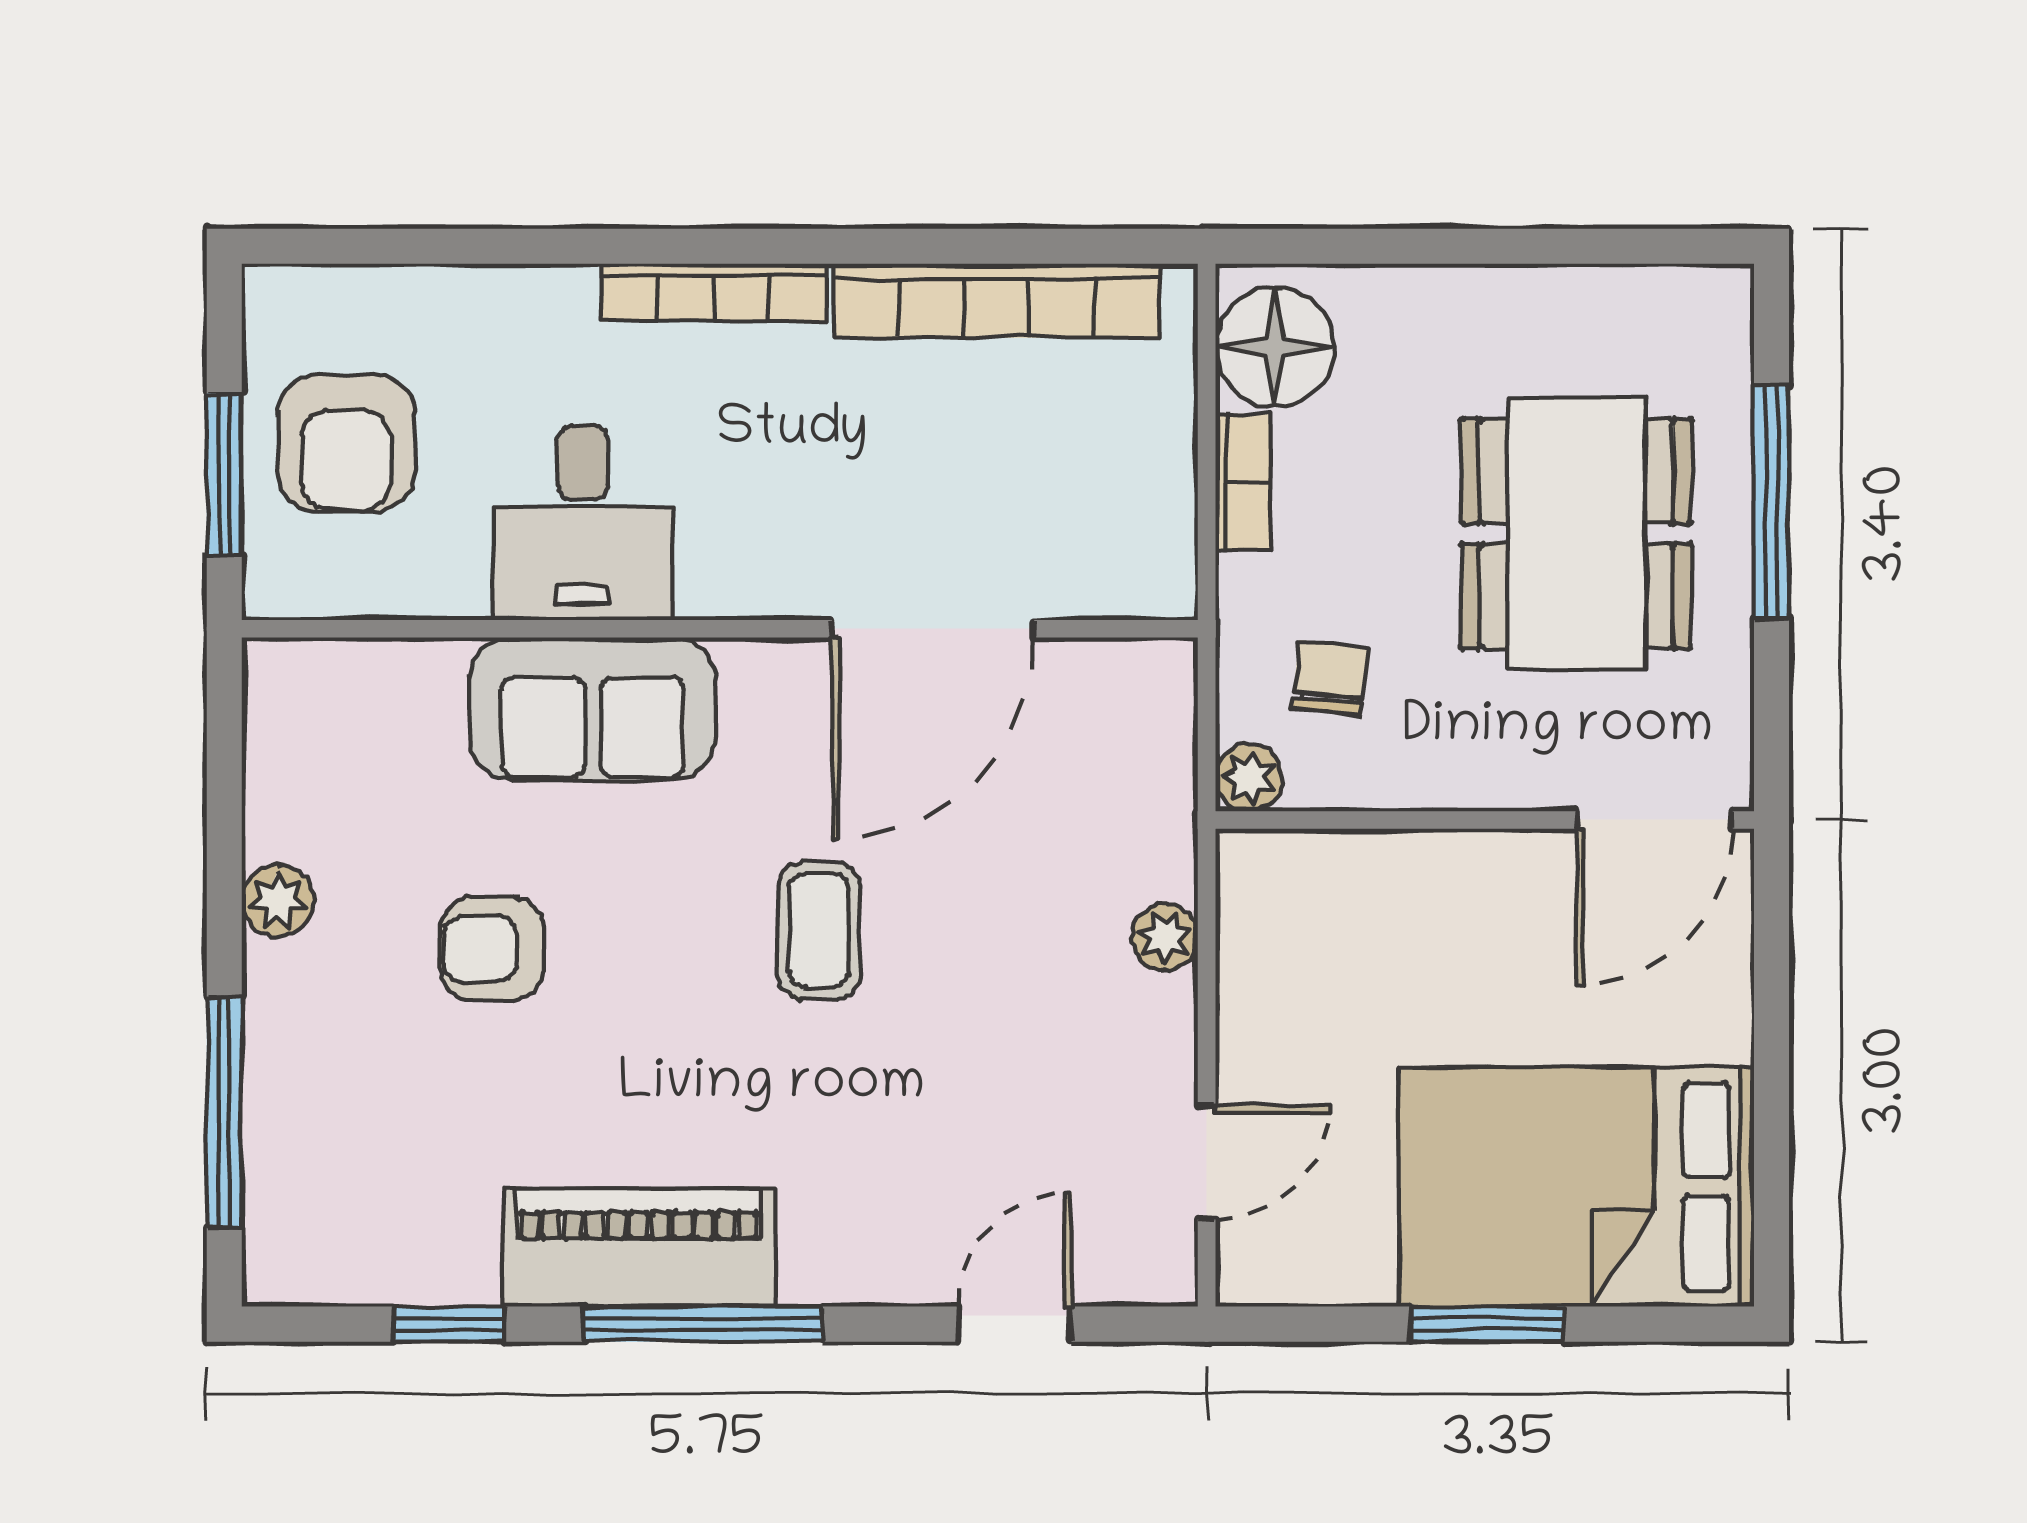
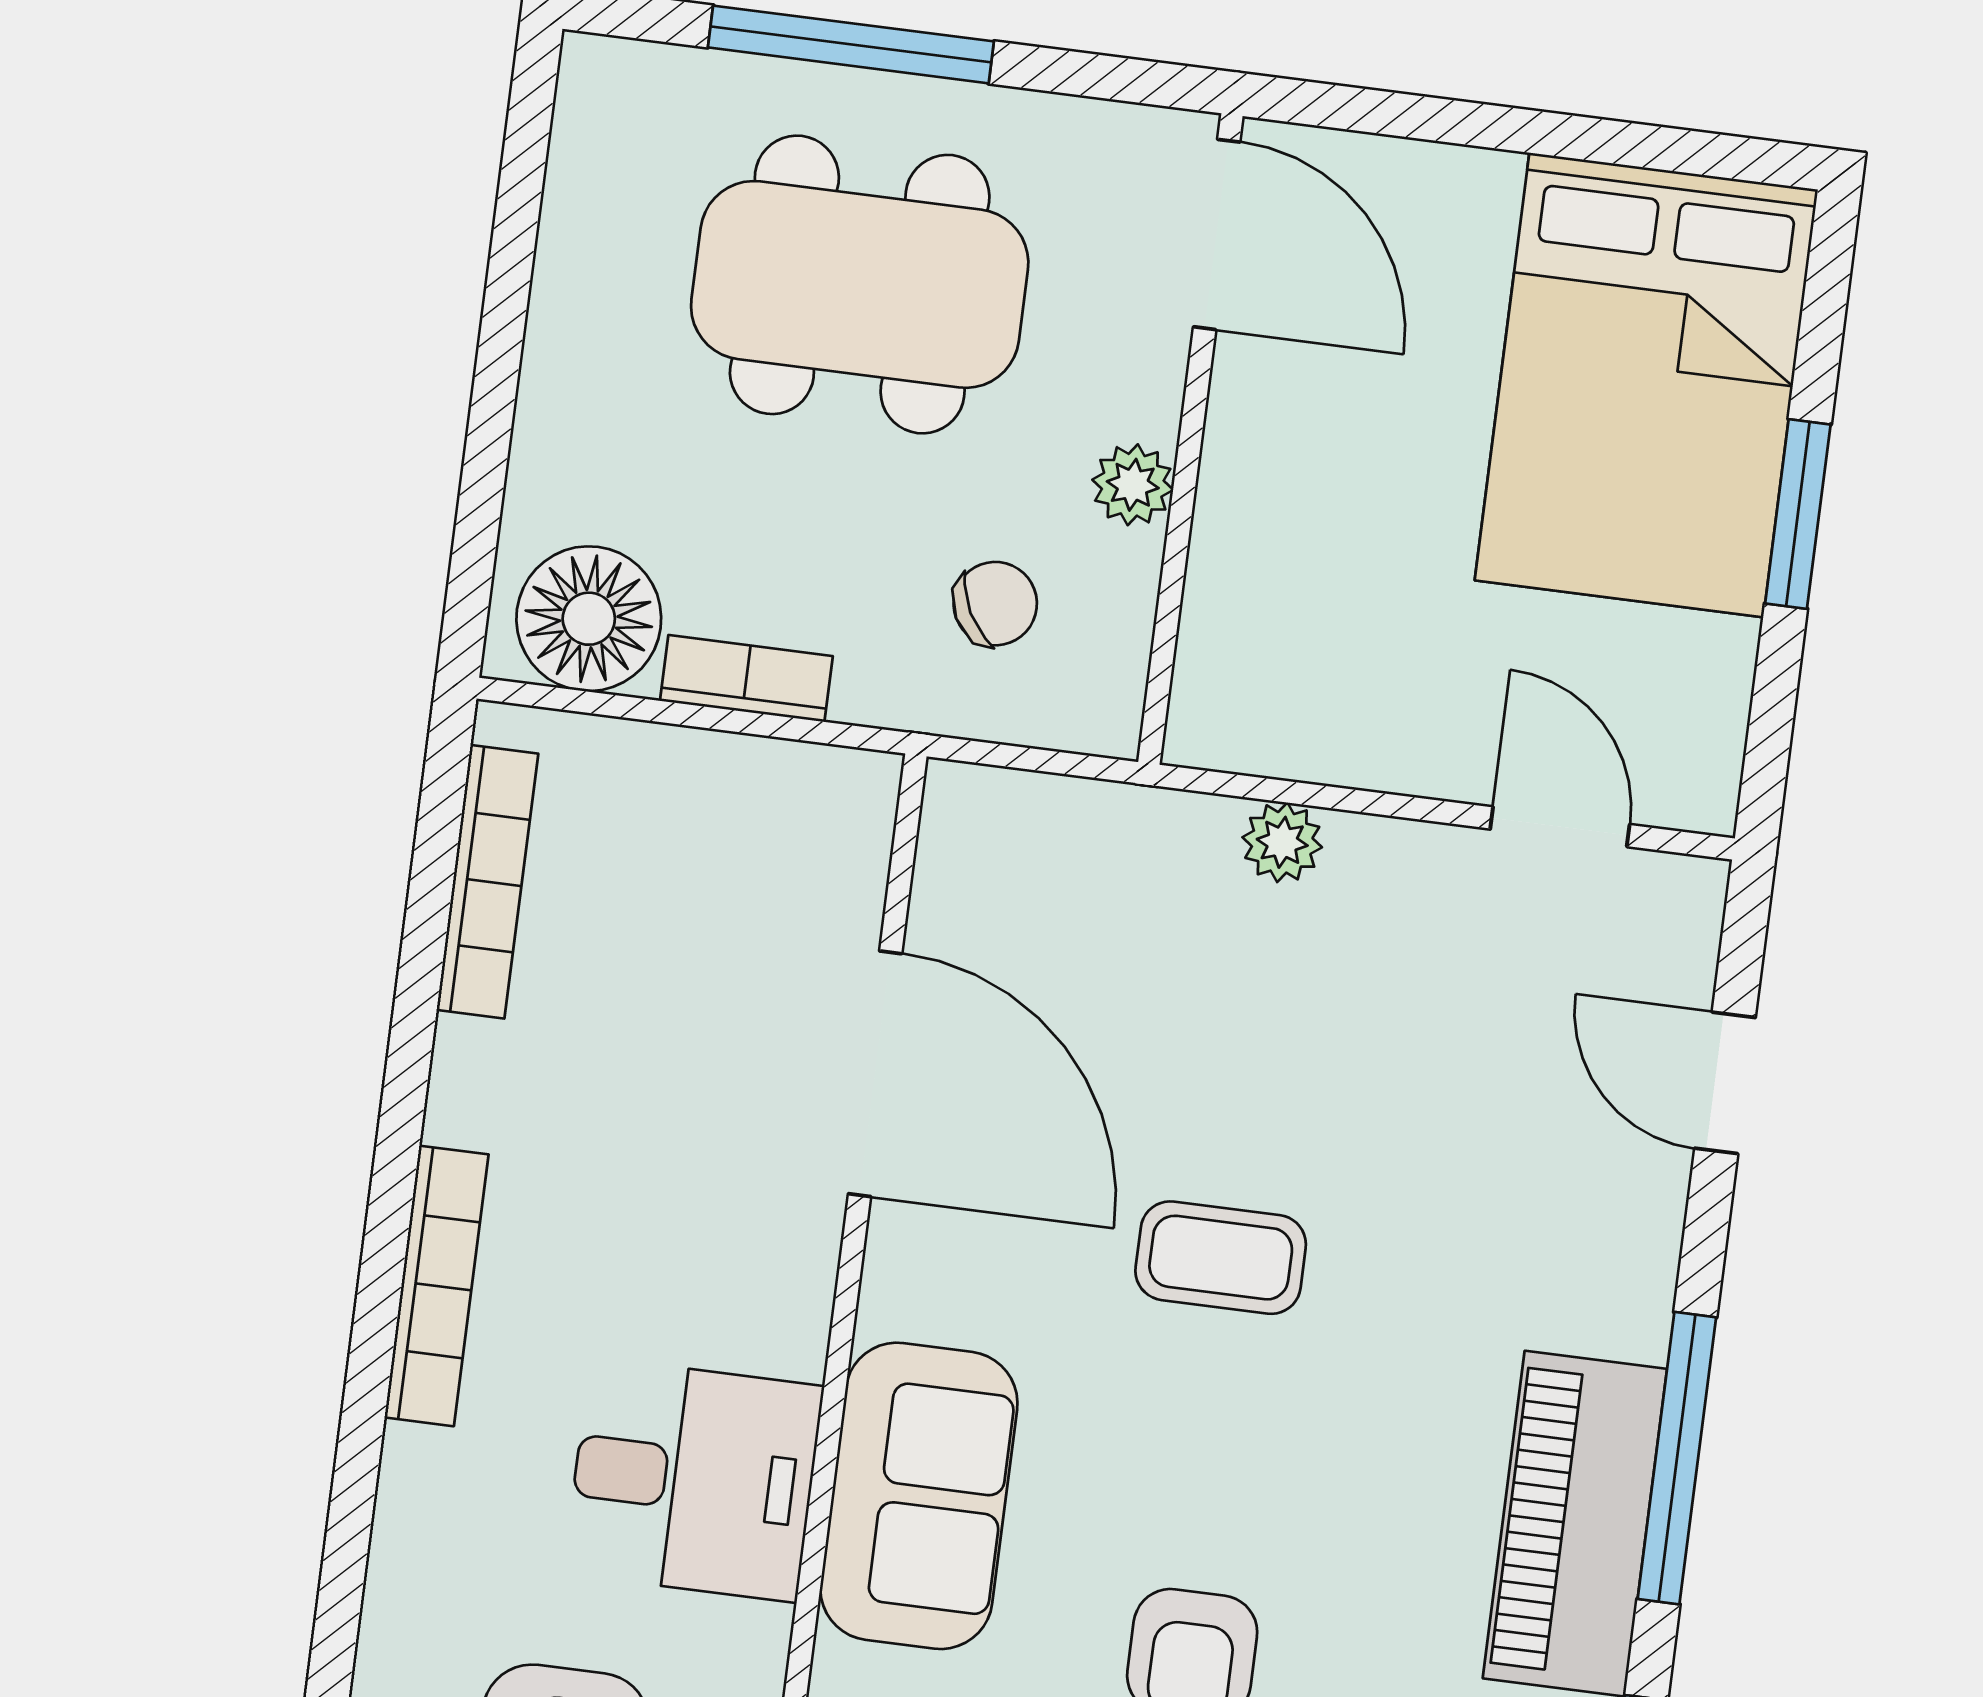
bookcase: (997, 301) -> (487, 882), width x0.68, depth x0.76
chair: (1330, 678) -> (995, 604), turned 146
plant: (1249, 778) -> (1133, 485), moved

